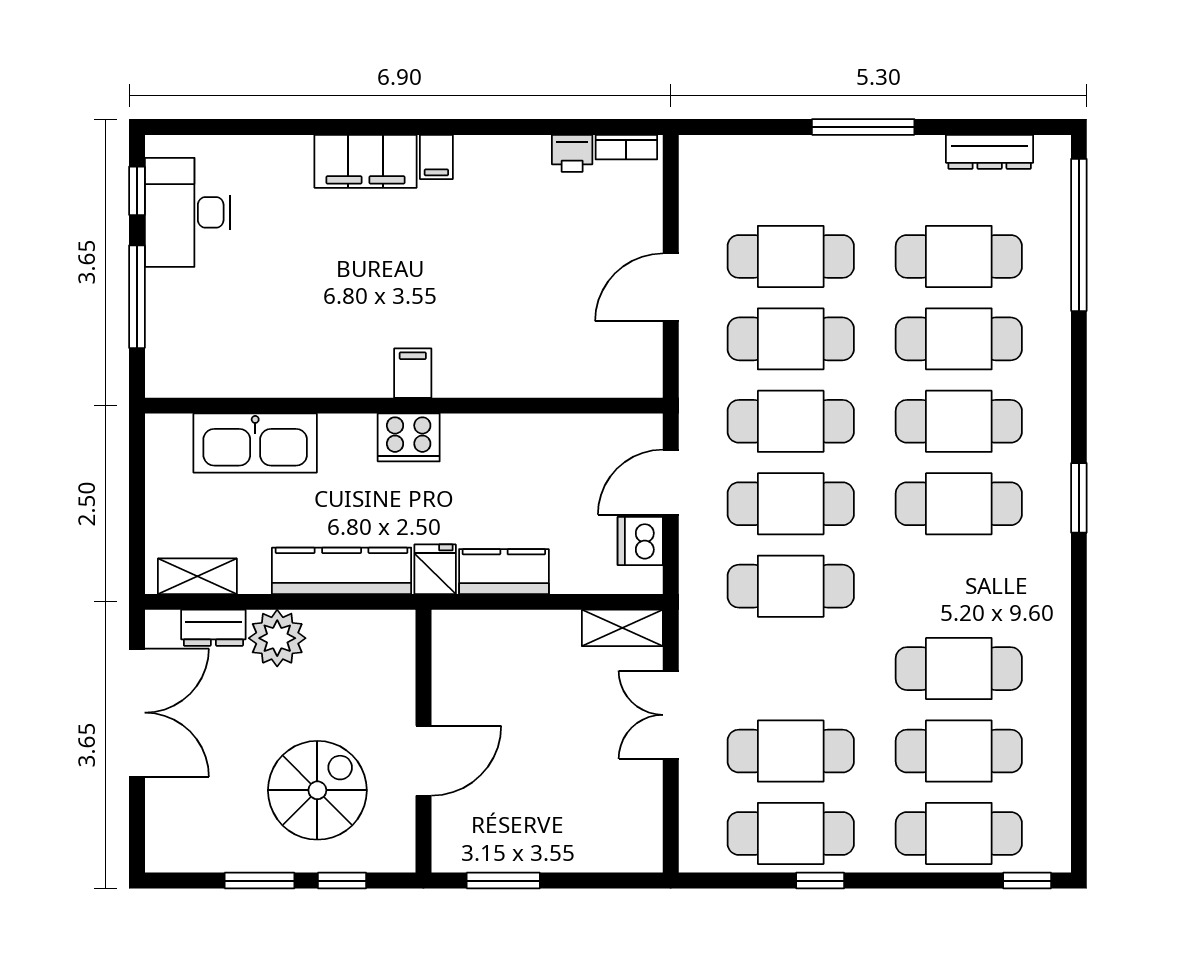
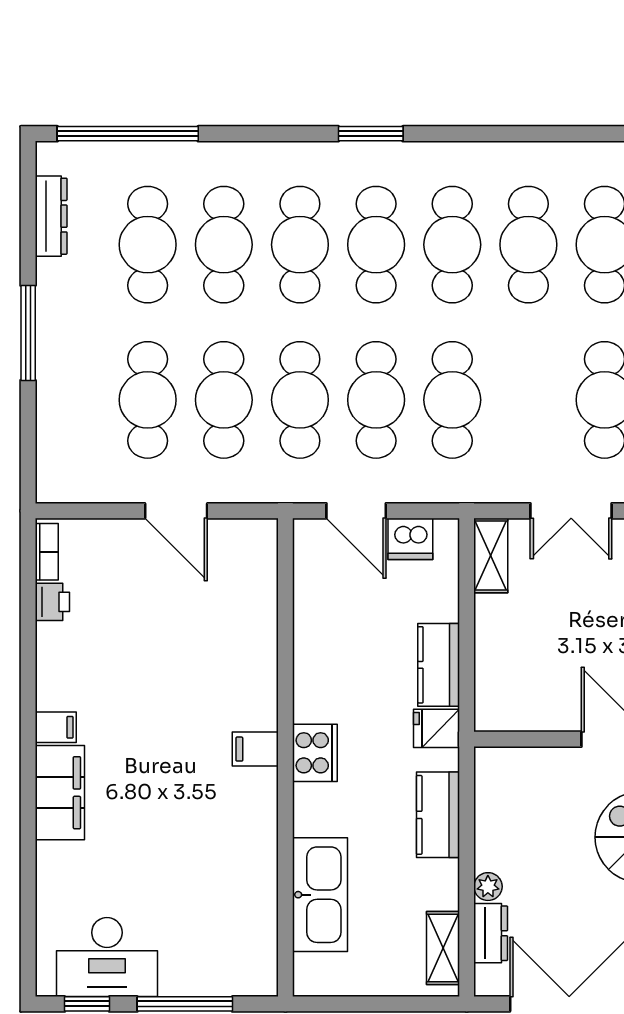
kitchen counter: (342, 571) -> (438, 815), width x0.67
cafe table: (959, 586) -> (452, 245), added
plant: (277, 638) -> (488, 887), width x0.53, depth x0.53

